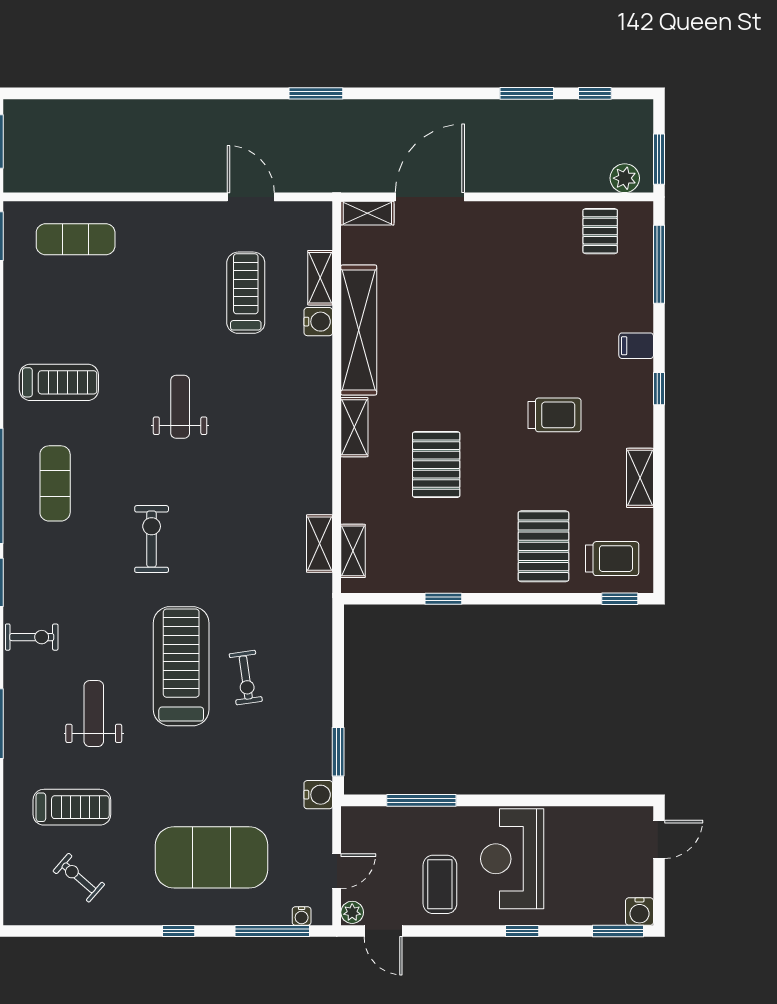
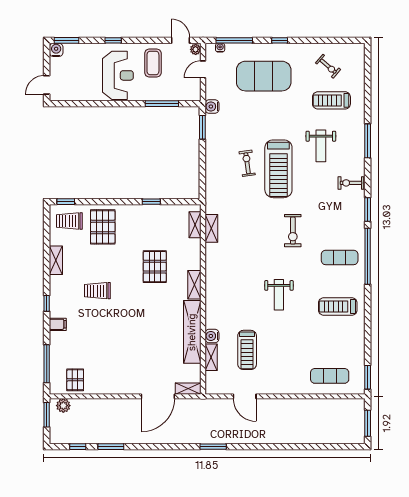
exercise mat: (55, 483) -> (340, 257), turned 90

